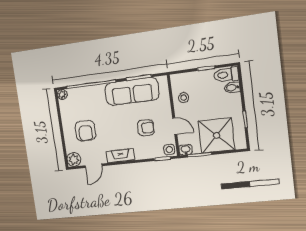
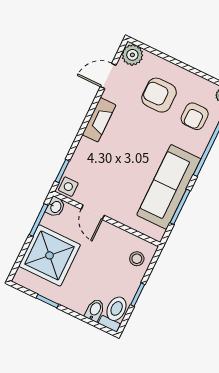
stool: (184, 98) -> (137, 259), moved
door: (175, 126) -> (93, 212), hinge flipped
armchair: (146, 128) -> (195, 116), moved
door: (94, 166) -> (108, 76), hinge flipped

